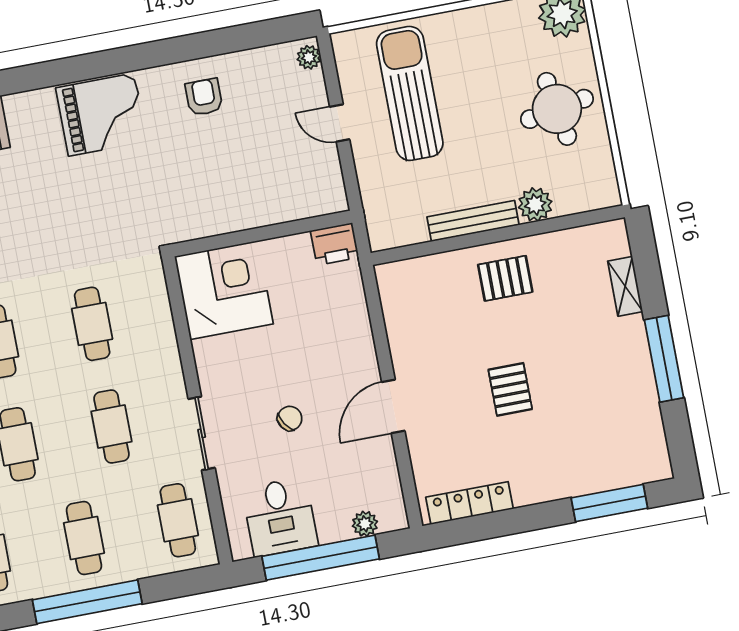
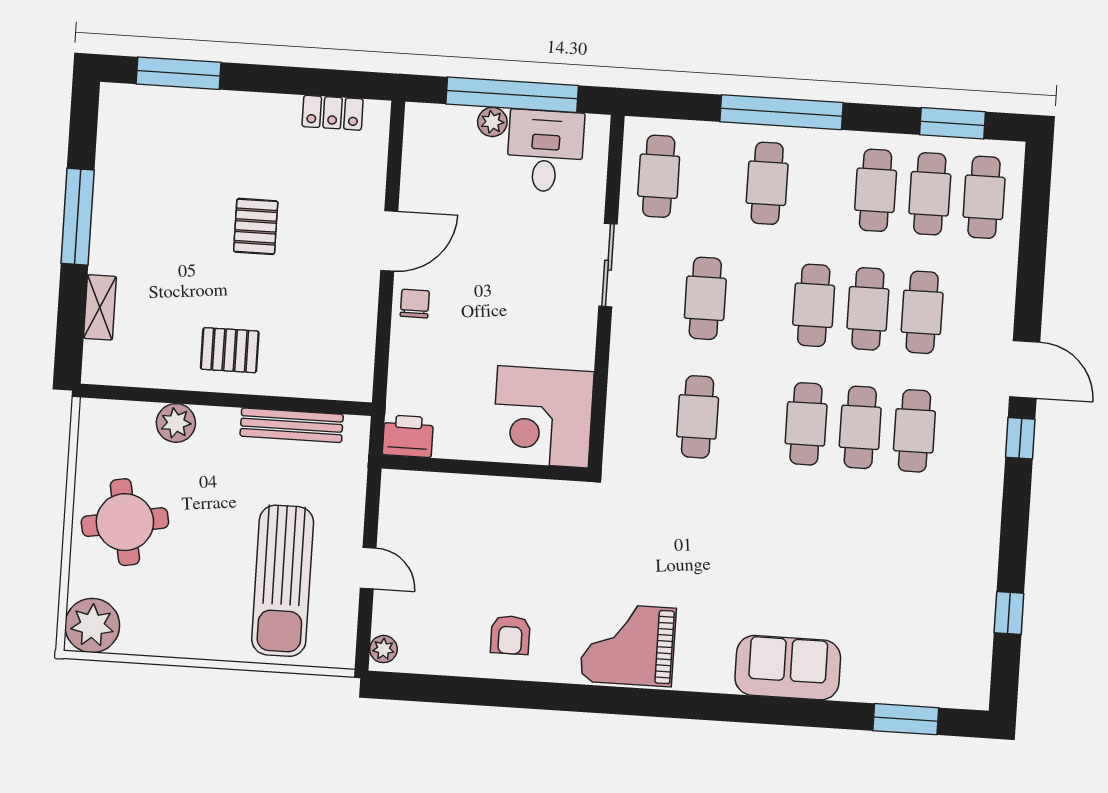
bench: (473, 221) -> (292, 425), moved
chair: (290, 418) -> (415, 304), moved, turned 123
locker: (470, 503) -> (333, 113), width x0.66
plant: (365, 524) -> (492, 122), moved

